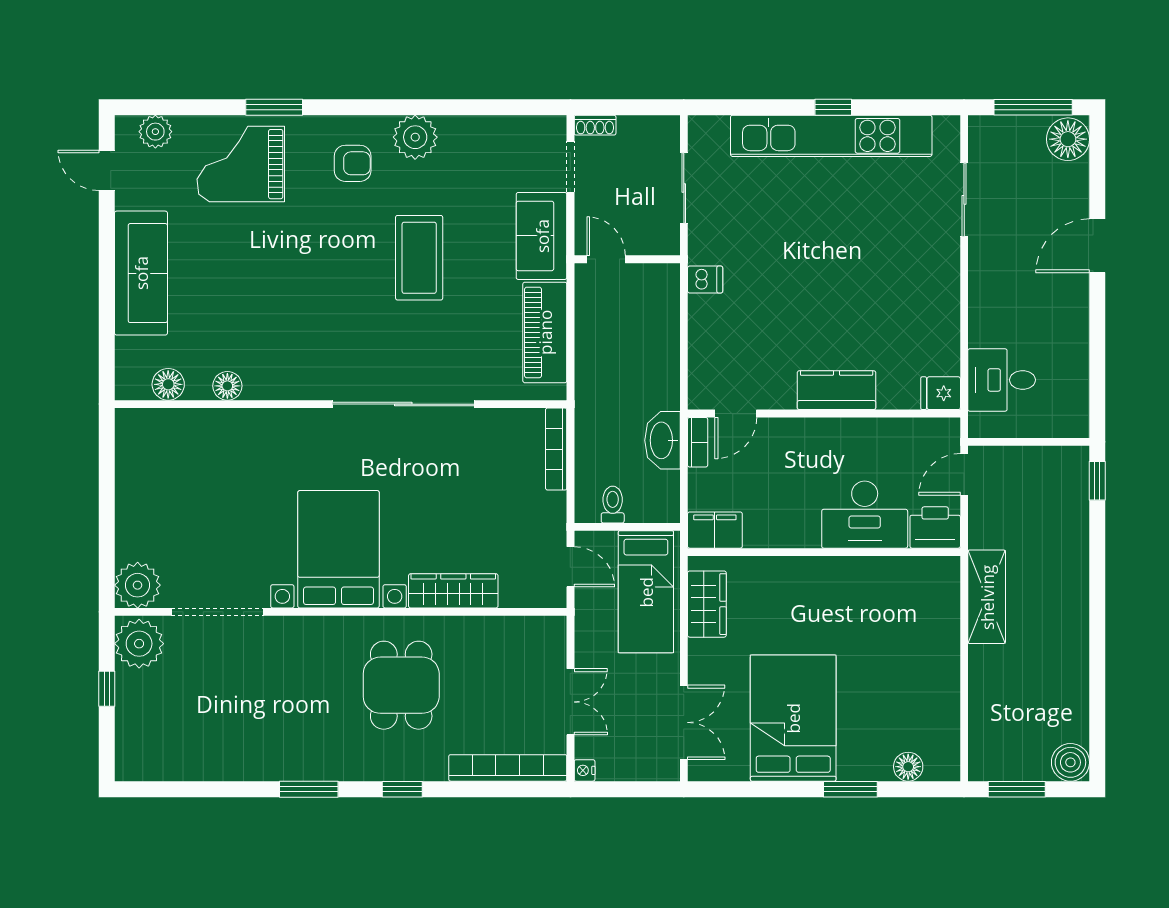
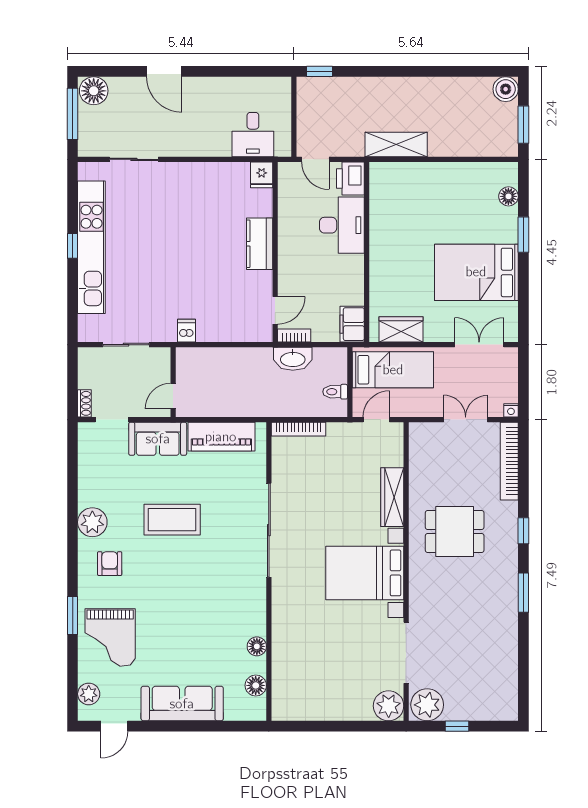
door: (736, 414) -> (275, 310), hinge flipped

